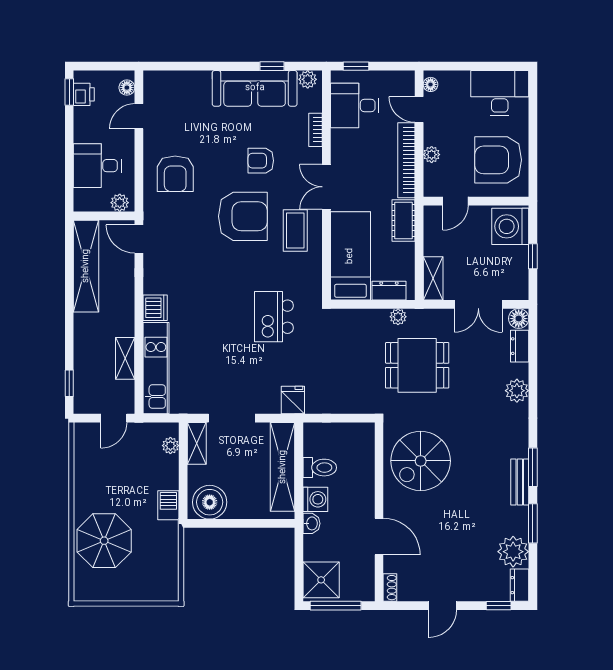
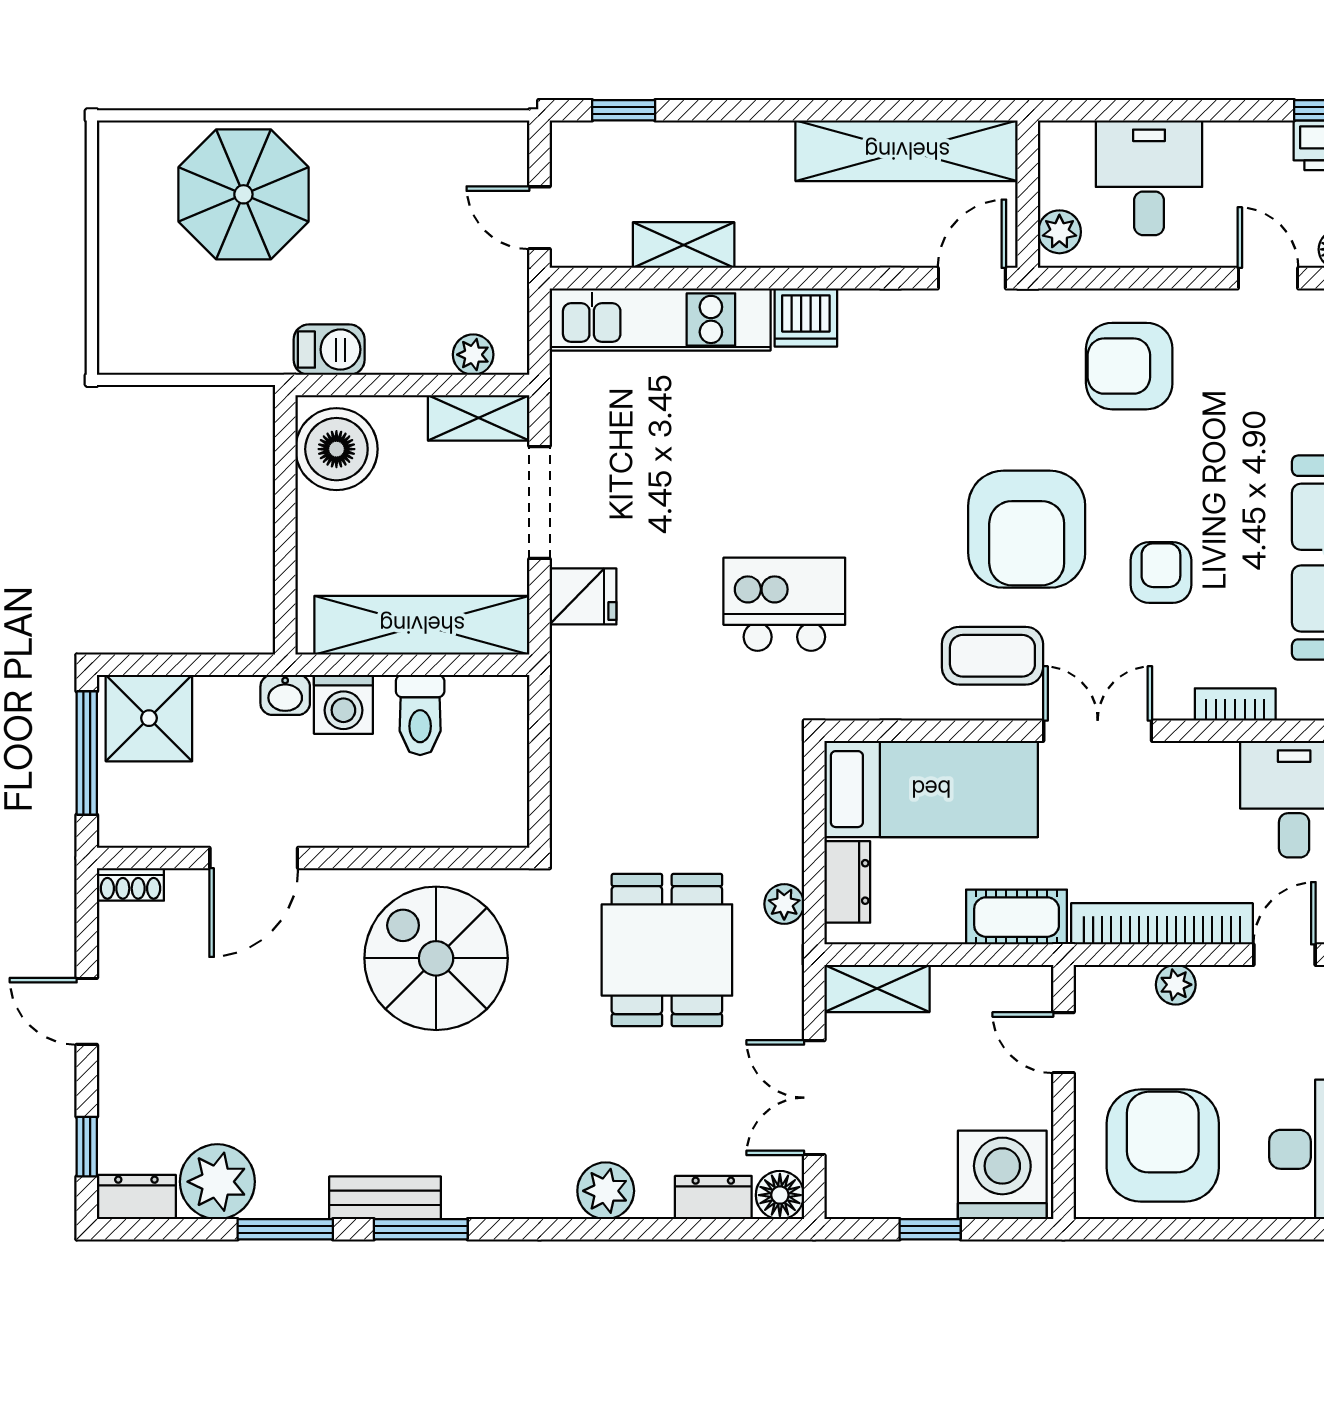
fridge: (293, 400) -> (583, 596), moved

